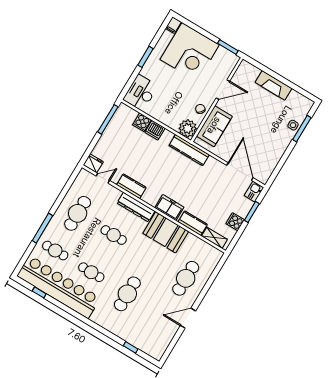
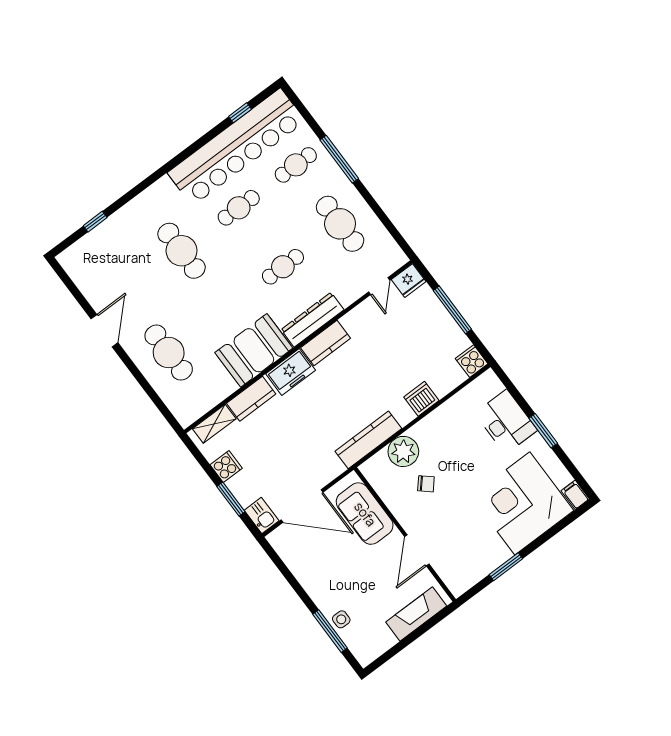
door: (223, 90) -> (417, 550), moved
desk: (141, 93) -> (506, 422), moved
wall: (217, 100) -> (405, 534), moved
window: (108, 119) -> (452, 310), moved
cooker: (142, 122) -> (472, 361), moved
sofa: (214, 126) -> (365, 514), moved
kitchen counter: (131, 186) -> (325, 343), moved

